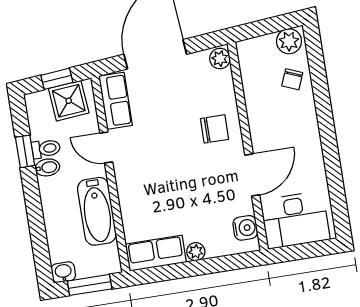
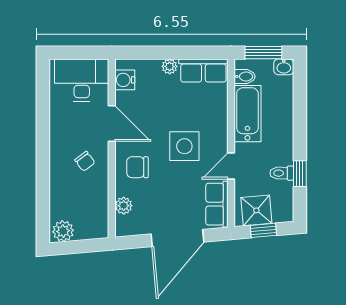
plant: (220, 59) -> (124, 206), moved
chair: (292, 79) -> (85, 161), moved, turned 121
door: (106, 147) -> (231, 166), swing flipped
side table: (164, 162) -> (184, 146), added
bidet: (47, 167) -> (245, 76), moved, turned 180
door: (252, 175) -> (112, 123), swing flipped

